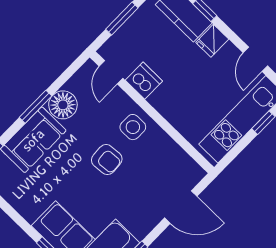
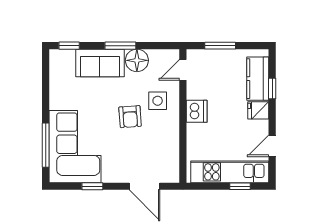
dishwasher: (144, 81) -> (197, 111), moved
side table: (133, 127) -> (158, 101), moved

